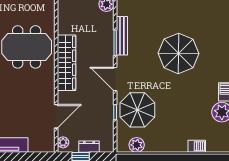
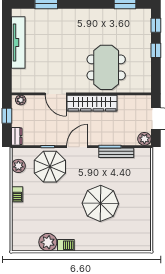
door: (56, 116) -> (56, 94), moved
barbecue: (197, 146) -> (17, 194), moved
dresser: (89, 147) -> (17, 136), moved

